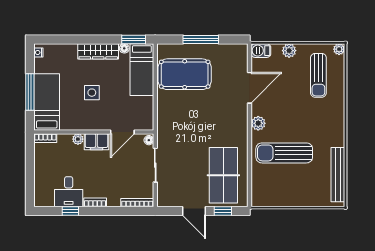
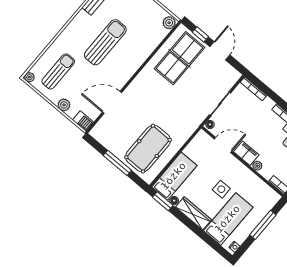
pool table: (185, 74) -> (148, 149), turned 90
bed: (47, 102) -> (228, 219), moved, turned 180
plant: (258, 123) -> (169, 23), moved
sun lounger: (284, 153) -> (105, 42), moved, turned -90

